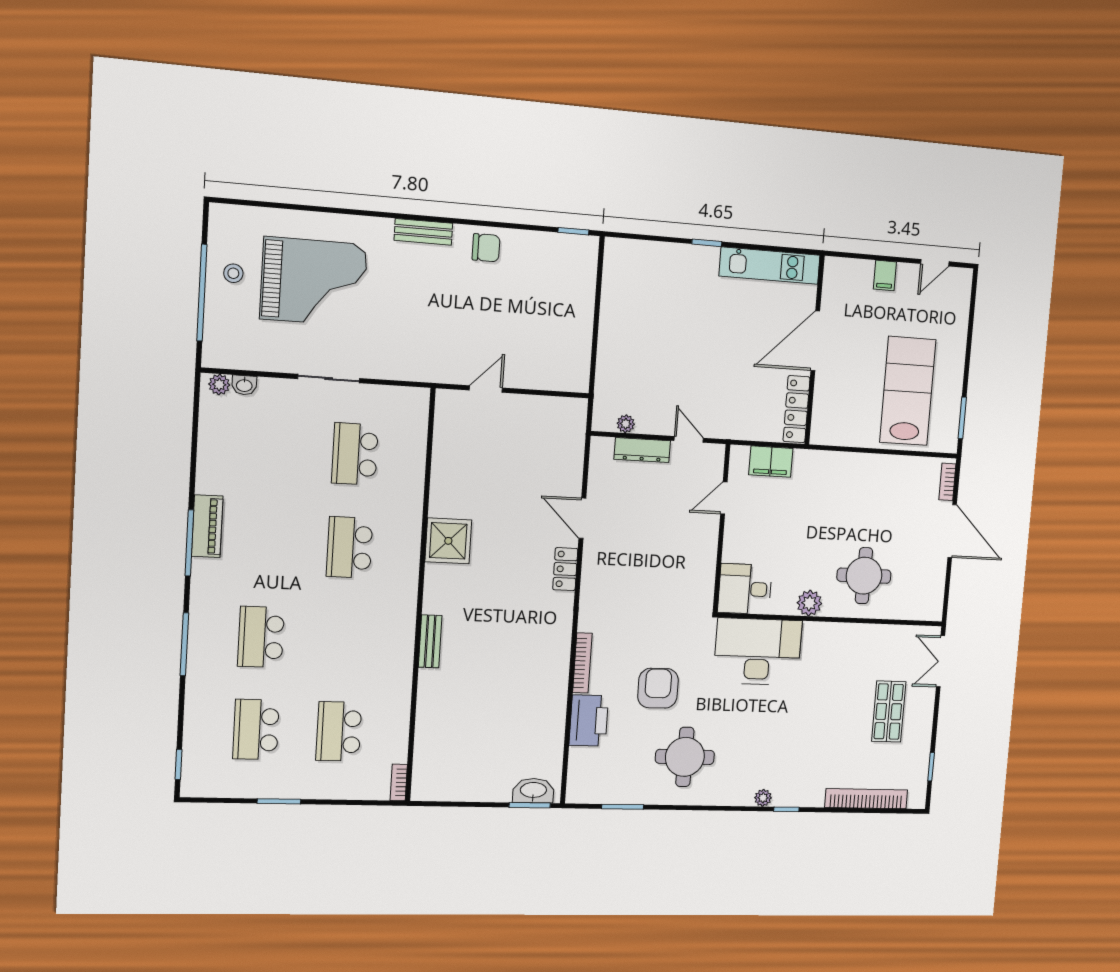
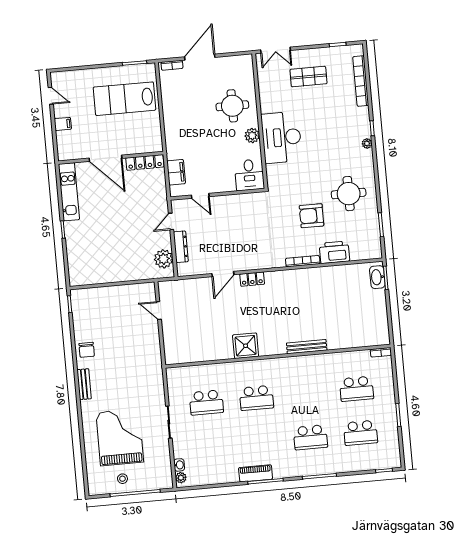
chair: (486, 248) -> (87, 350), turned 180
door: (486, 389) -> (159, 310), moved
plant: (626, 424) -> (164, 259), width x1.88, depth x1.88
bench: (430, 641) -> (307, 347), width x1.36
desk: (758, 652) -> (282, 137), moved

